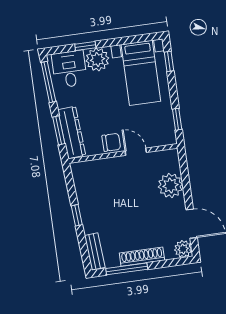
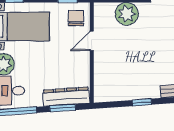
chair: (111, 142) -> (76, 18), moved

